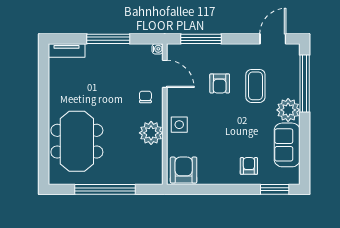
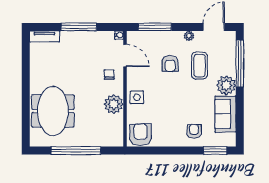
plant: (243, 49) -> (189, 36), added

